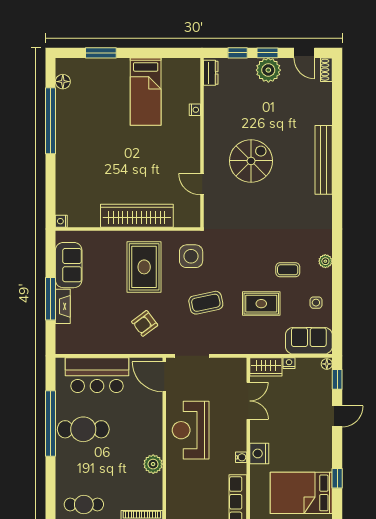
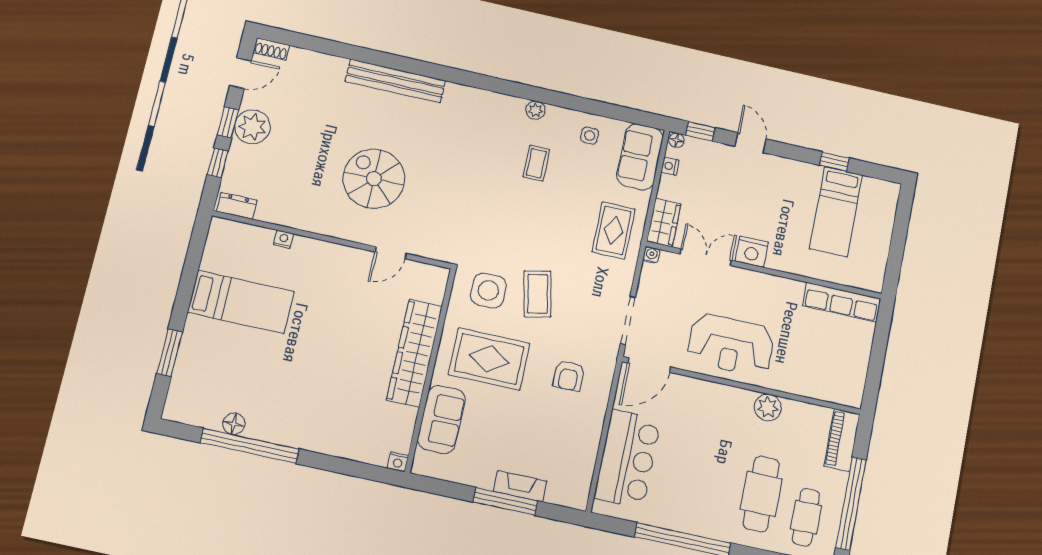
floor lamp: (63, 82) -> (234, 424), moved
sofa: (69, 265) -> (441, 419), moved, turned 90
coffee table: (206, 303) -> (537, 294), moved
rug: (261, 304) -> (614, 230), moved
armchair: (145, 323) -> (569, 376), turned 37
nightstand: (289, 363) -> (670, 166), moved
cafe table: (83, 429) -> (761, 494), moved
nightstand: (259, 453) -> (752, 252), moved
water cooler: (241, 457) -> (652, 255), moved
bed: (301, 493) -> (836, 212), width x0.67

